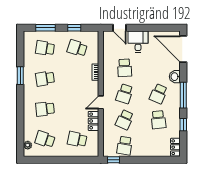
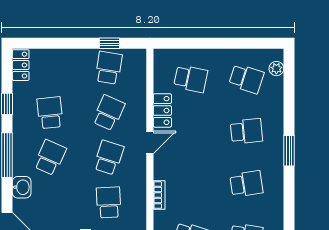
window: (20, 76) -> (289, 151), moved
window: (114, 160) -> (109, 43), moved

